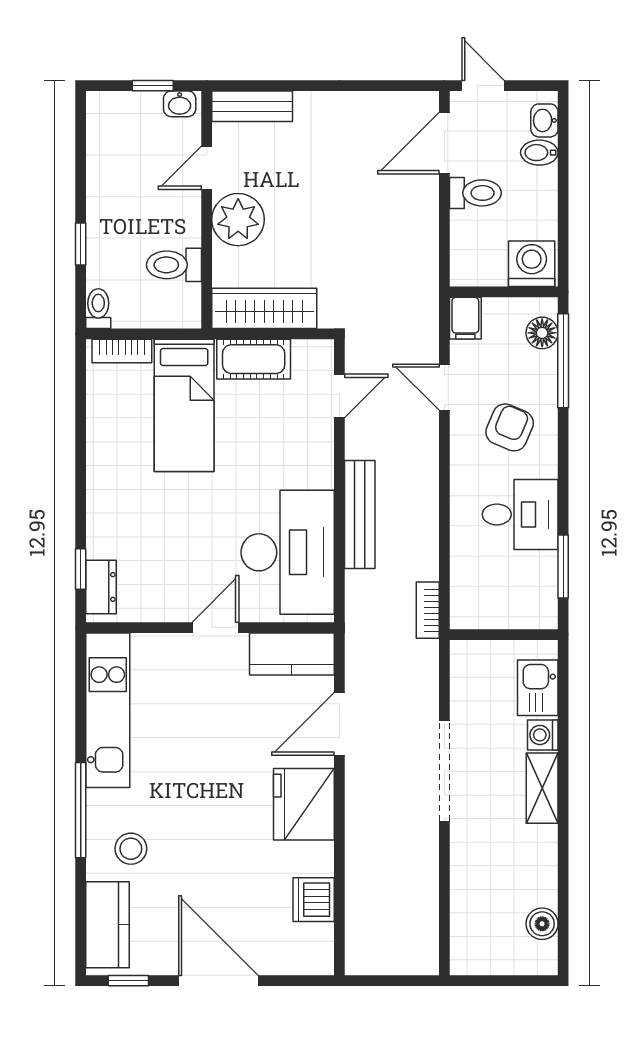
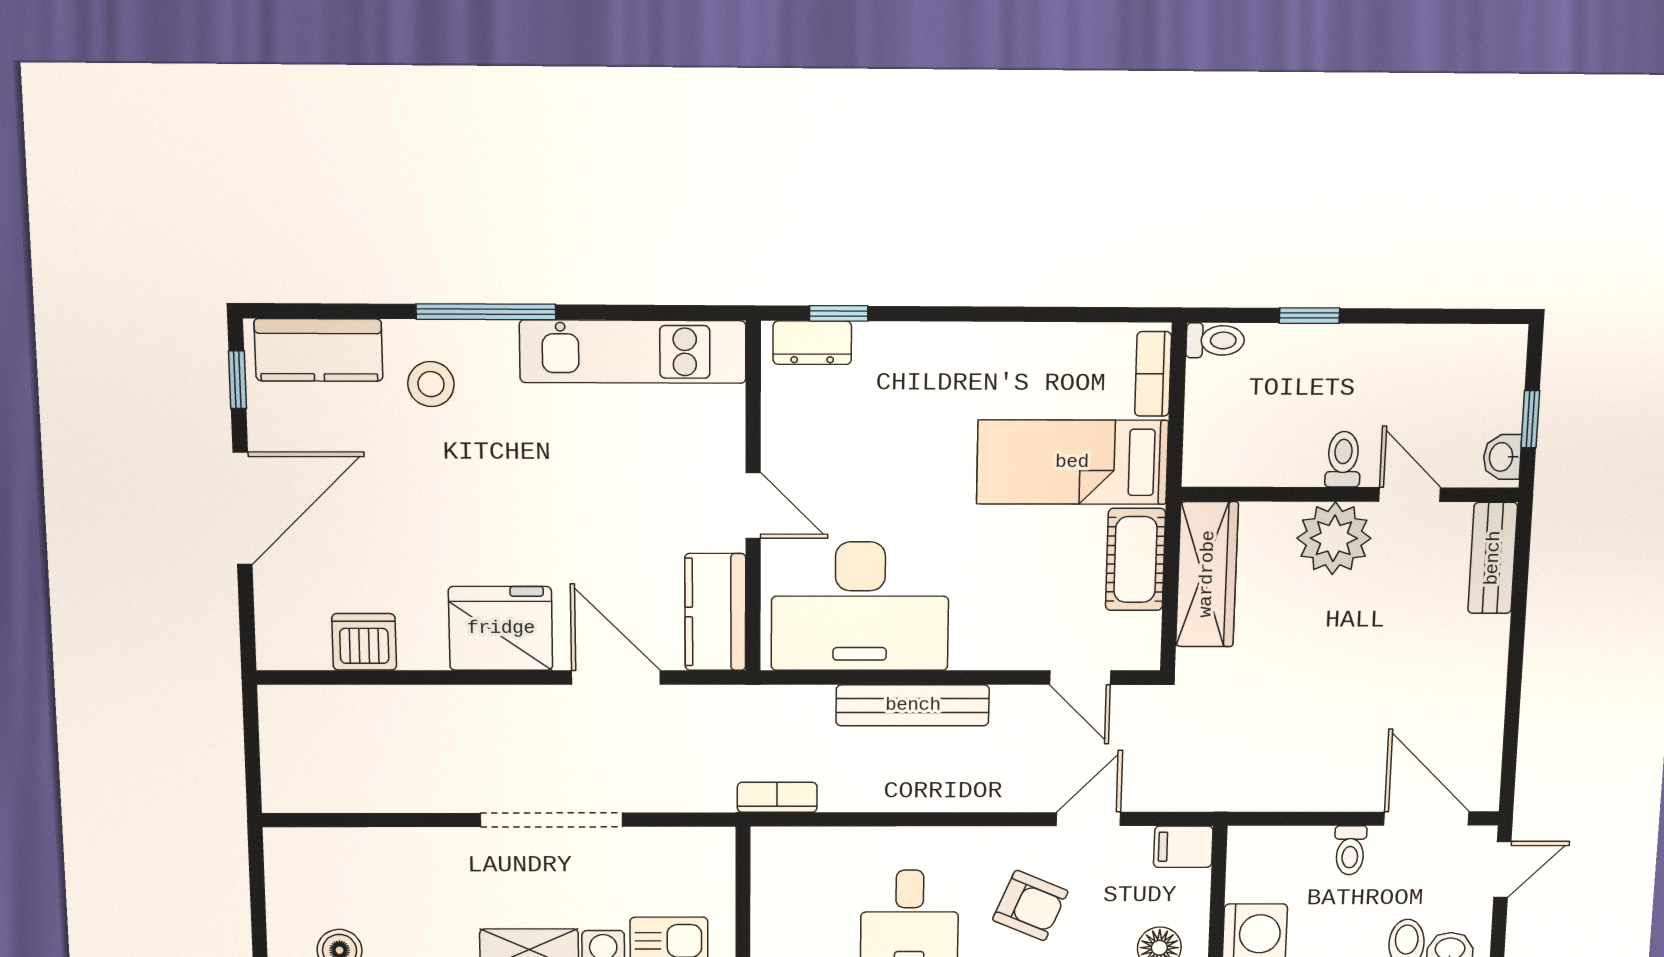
toilet: (475, 193) -> (1350, 850), width x0.73, depth x0.72
toilet: (174, 265) -> (1343, 459), moved, width x0.73, depth x0.72

